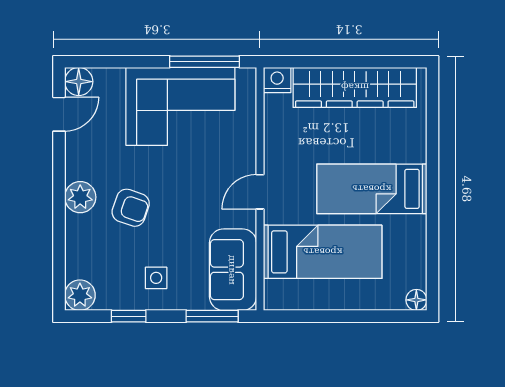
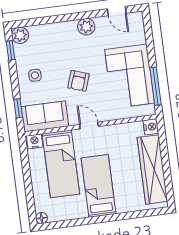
floor lamp: (79, 82) -> (136, 19), removed
plant: (80, 197) -> (86, 27), moved
armchair: (131, 208) -> (78, 81), moved
nightstand: (276, 294) -> (35, 141), added
window: (129, 316) -> (11, 50), moved
window: (212, 316) -> (18, 108), width x0.67

